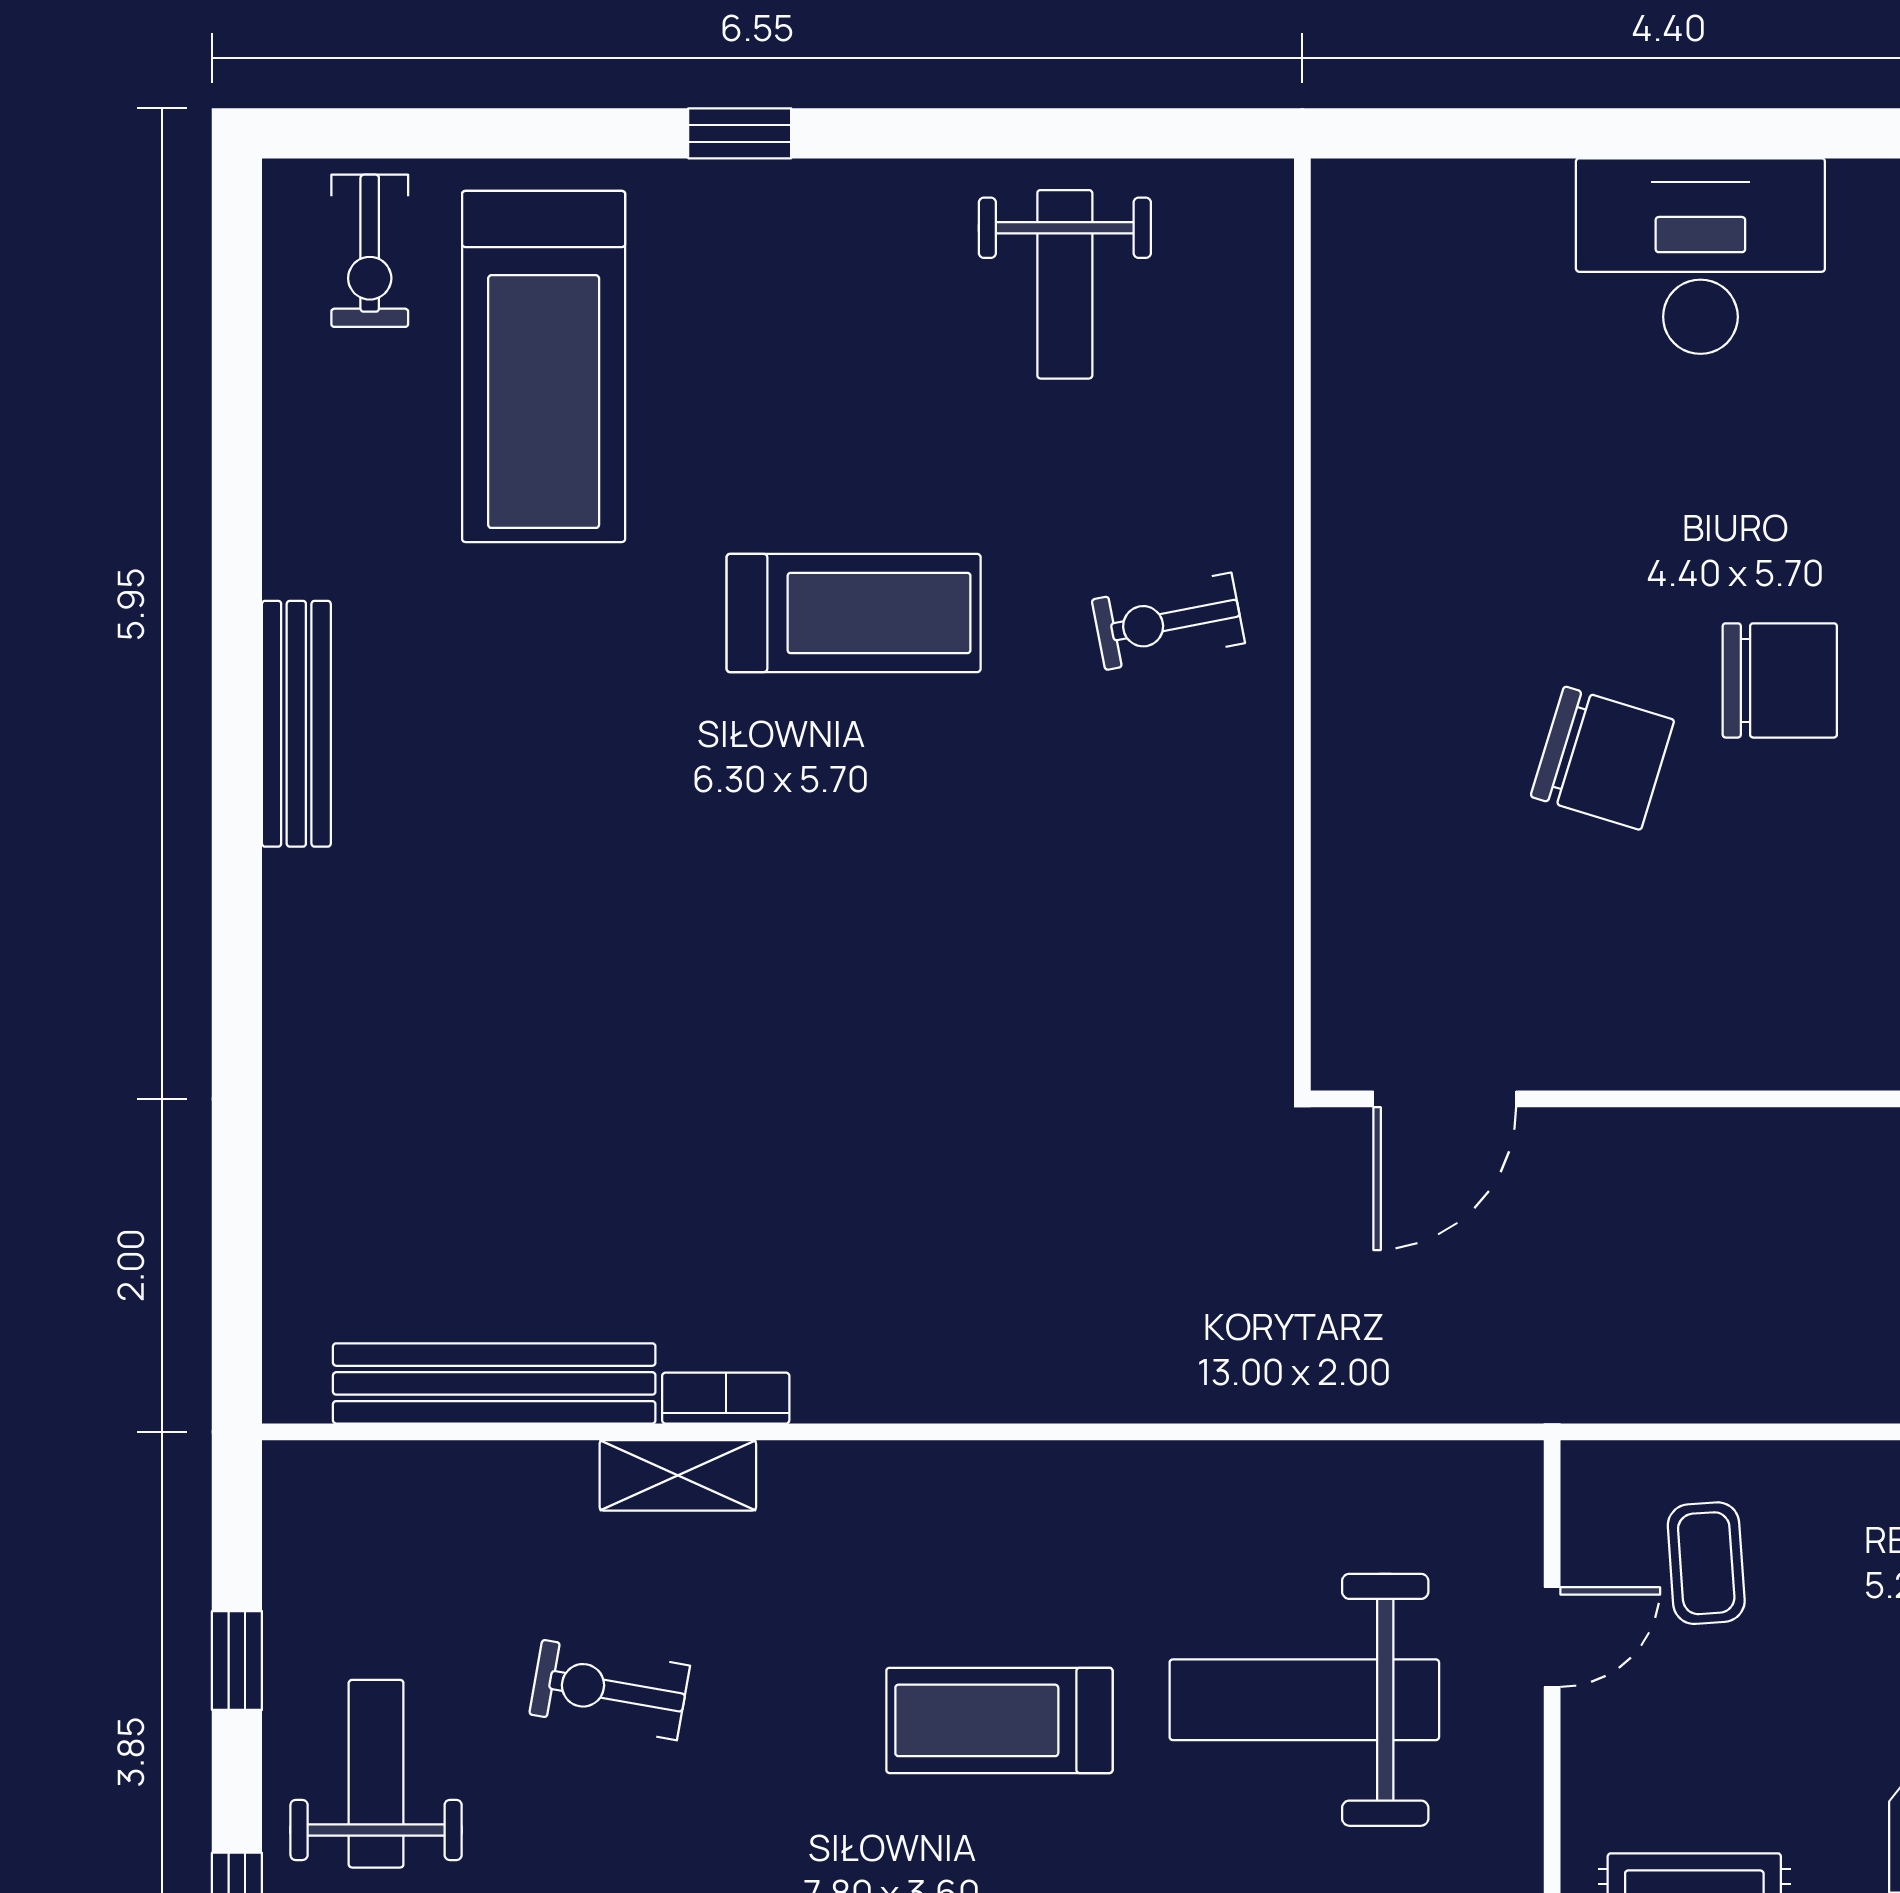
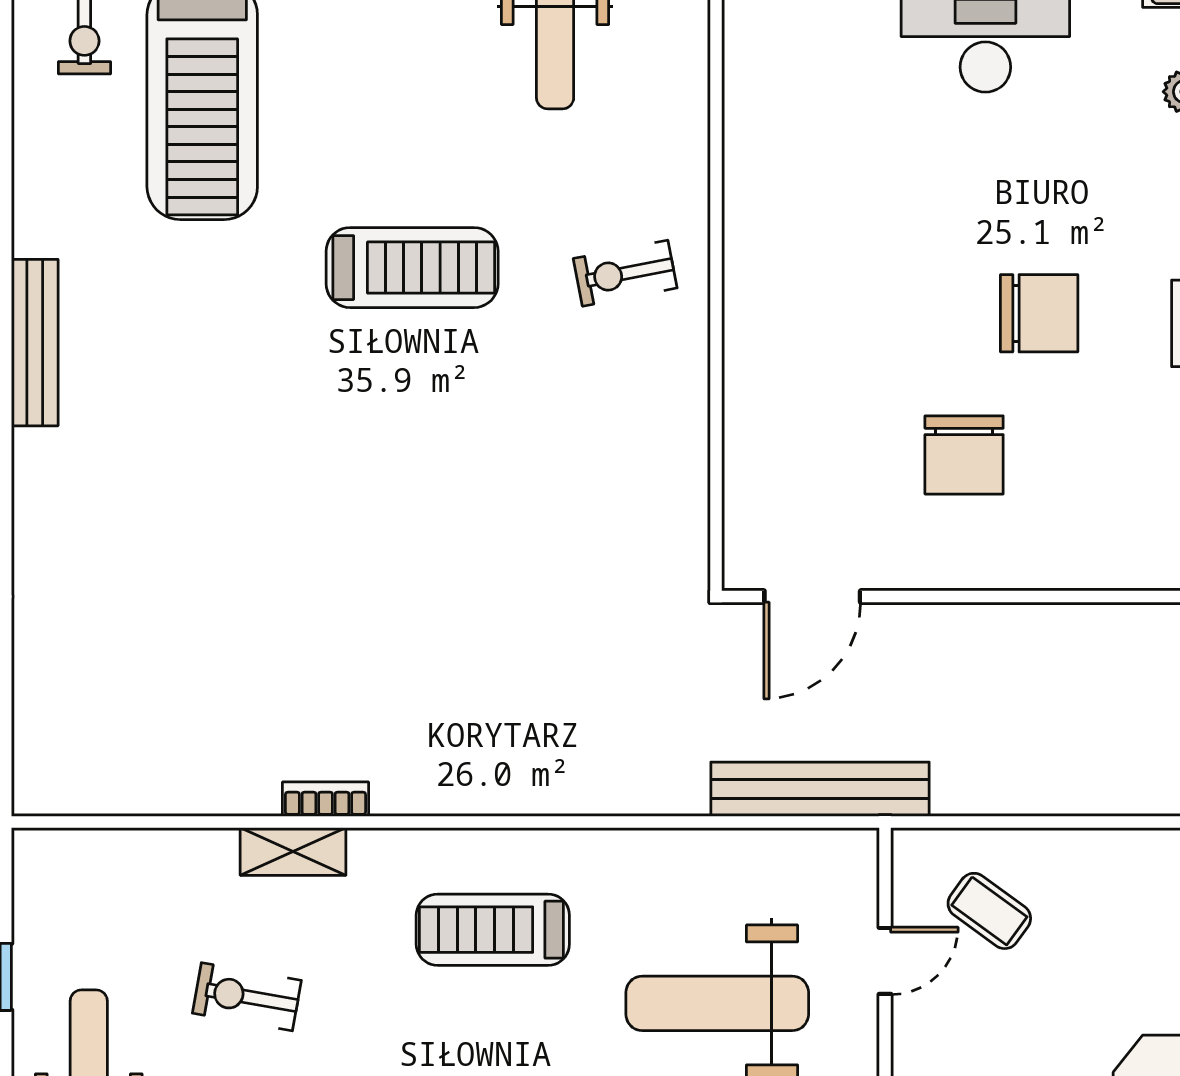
chair: (1602, 758) -> (964, 455), moved, turned 73
bench: (494, 1383) -> (820, 789), moved
coffee table: (1706, 1563) -> (989, 911), turned -50
treadmill: (999, 1720) -> (493, 930), moved

